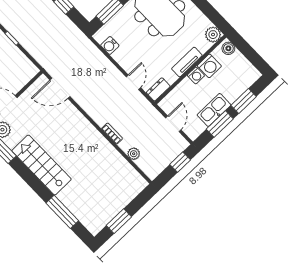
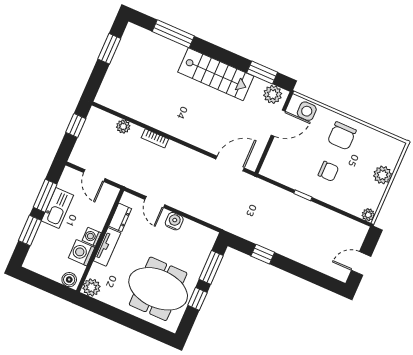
water cooler: (110, 45) -> (174, 221), moved
dresser: (158, 89) -> (120, 217), moved
window: (180, 162) -> (76, 125), moved

